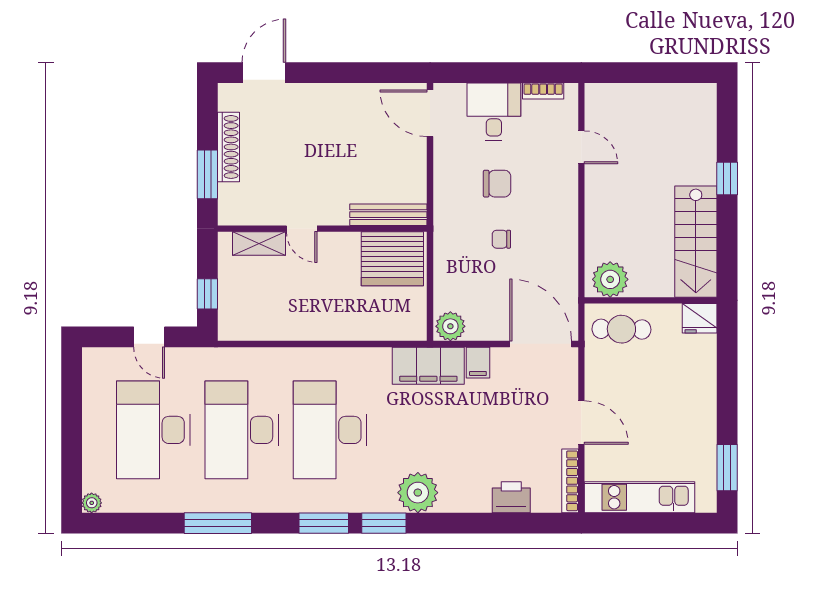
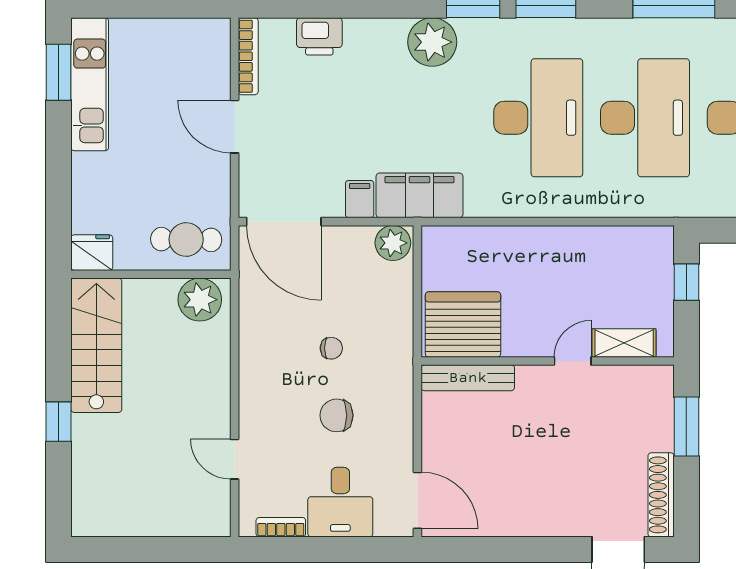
shoe rack: (228, 147) -> (661, 495), moved
door: (302, 229) -> (573, 361), hinge flipped
kitchen unit: (640, 497) -> (90, 84), moved, turned -90

